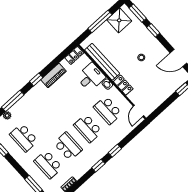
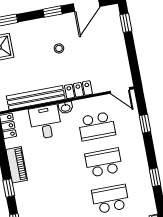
window: (153, 30) -> (52, 12), moved
school desk: (88, 128) -> (104, 163), turned 180
window: (115, 151) -> (145, 124), moved

